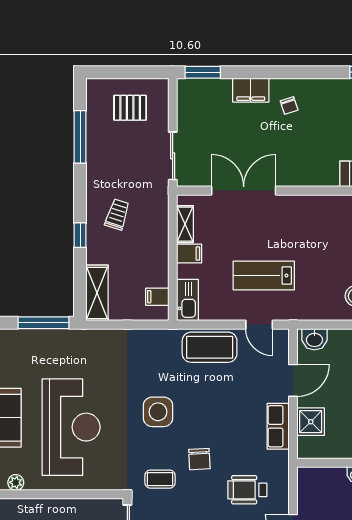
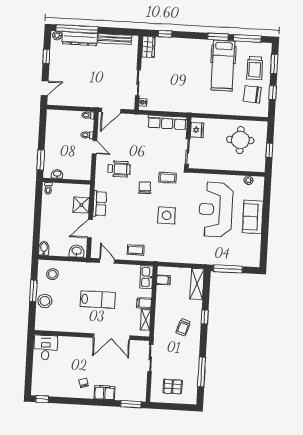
lab bench: (264, 276) -> (98, 300), moved
coffee table: (210, 347) -> (136, 250), width x0.54, depth x0.58

